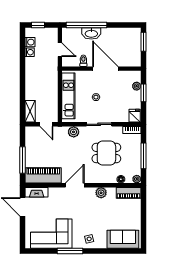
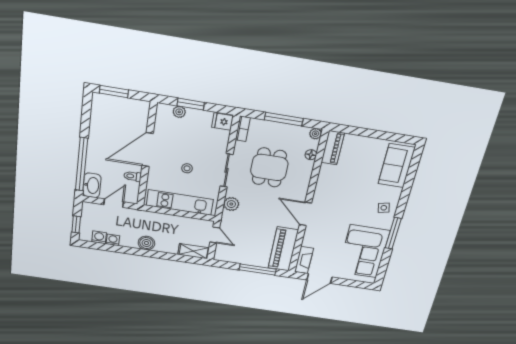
washbasin: (91, 33) -> (92, 185), moved
boiler: (31, 76) -> (146, 243), added
door: (46, 124) -> (215, 235), hinge flipped
plant: (101, 193) -> (324, 183), removed

